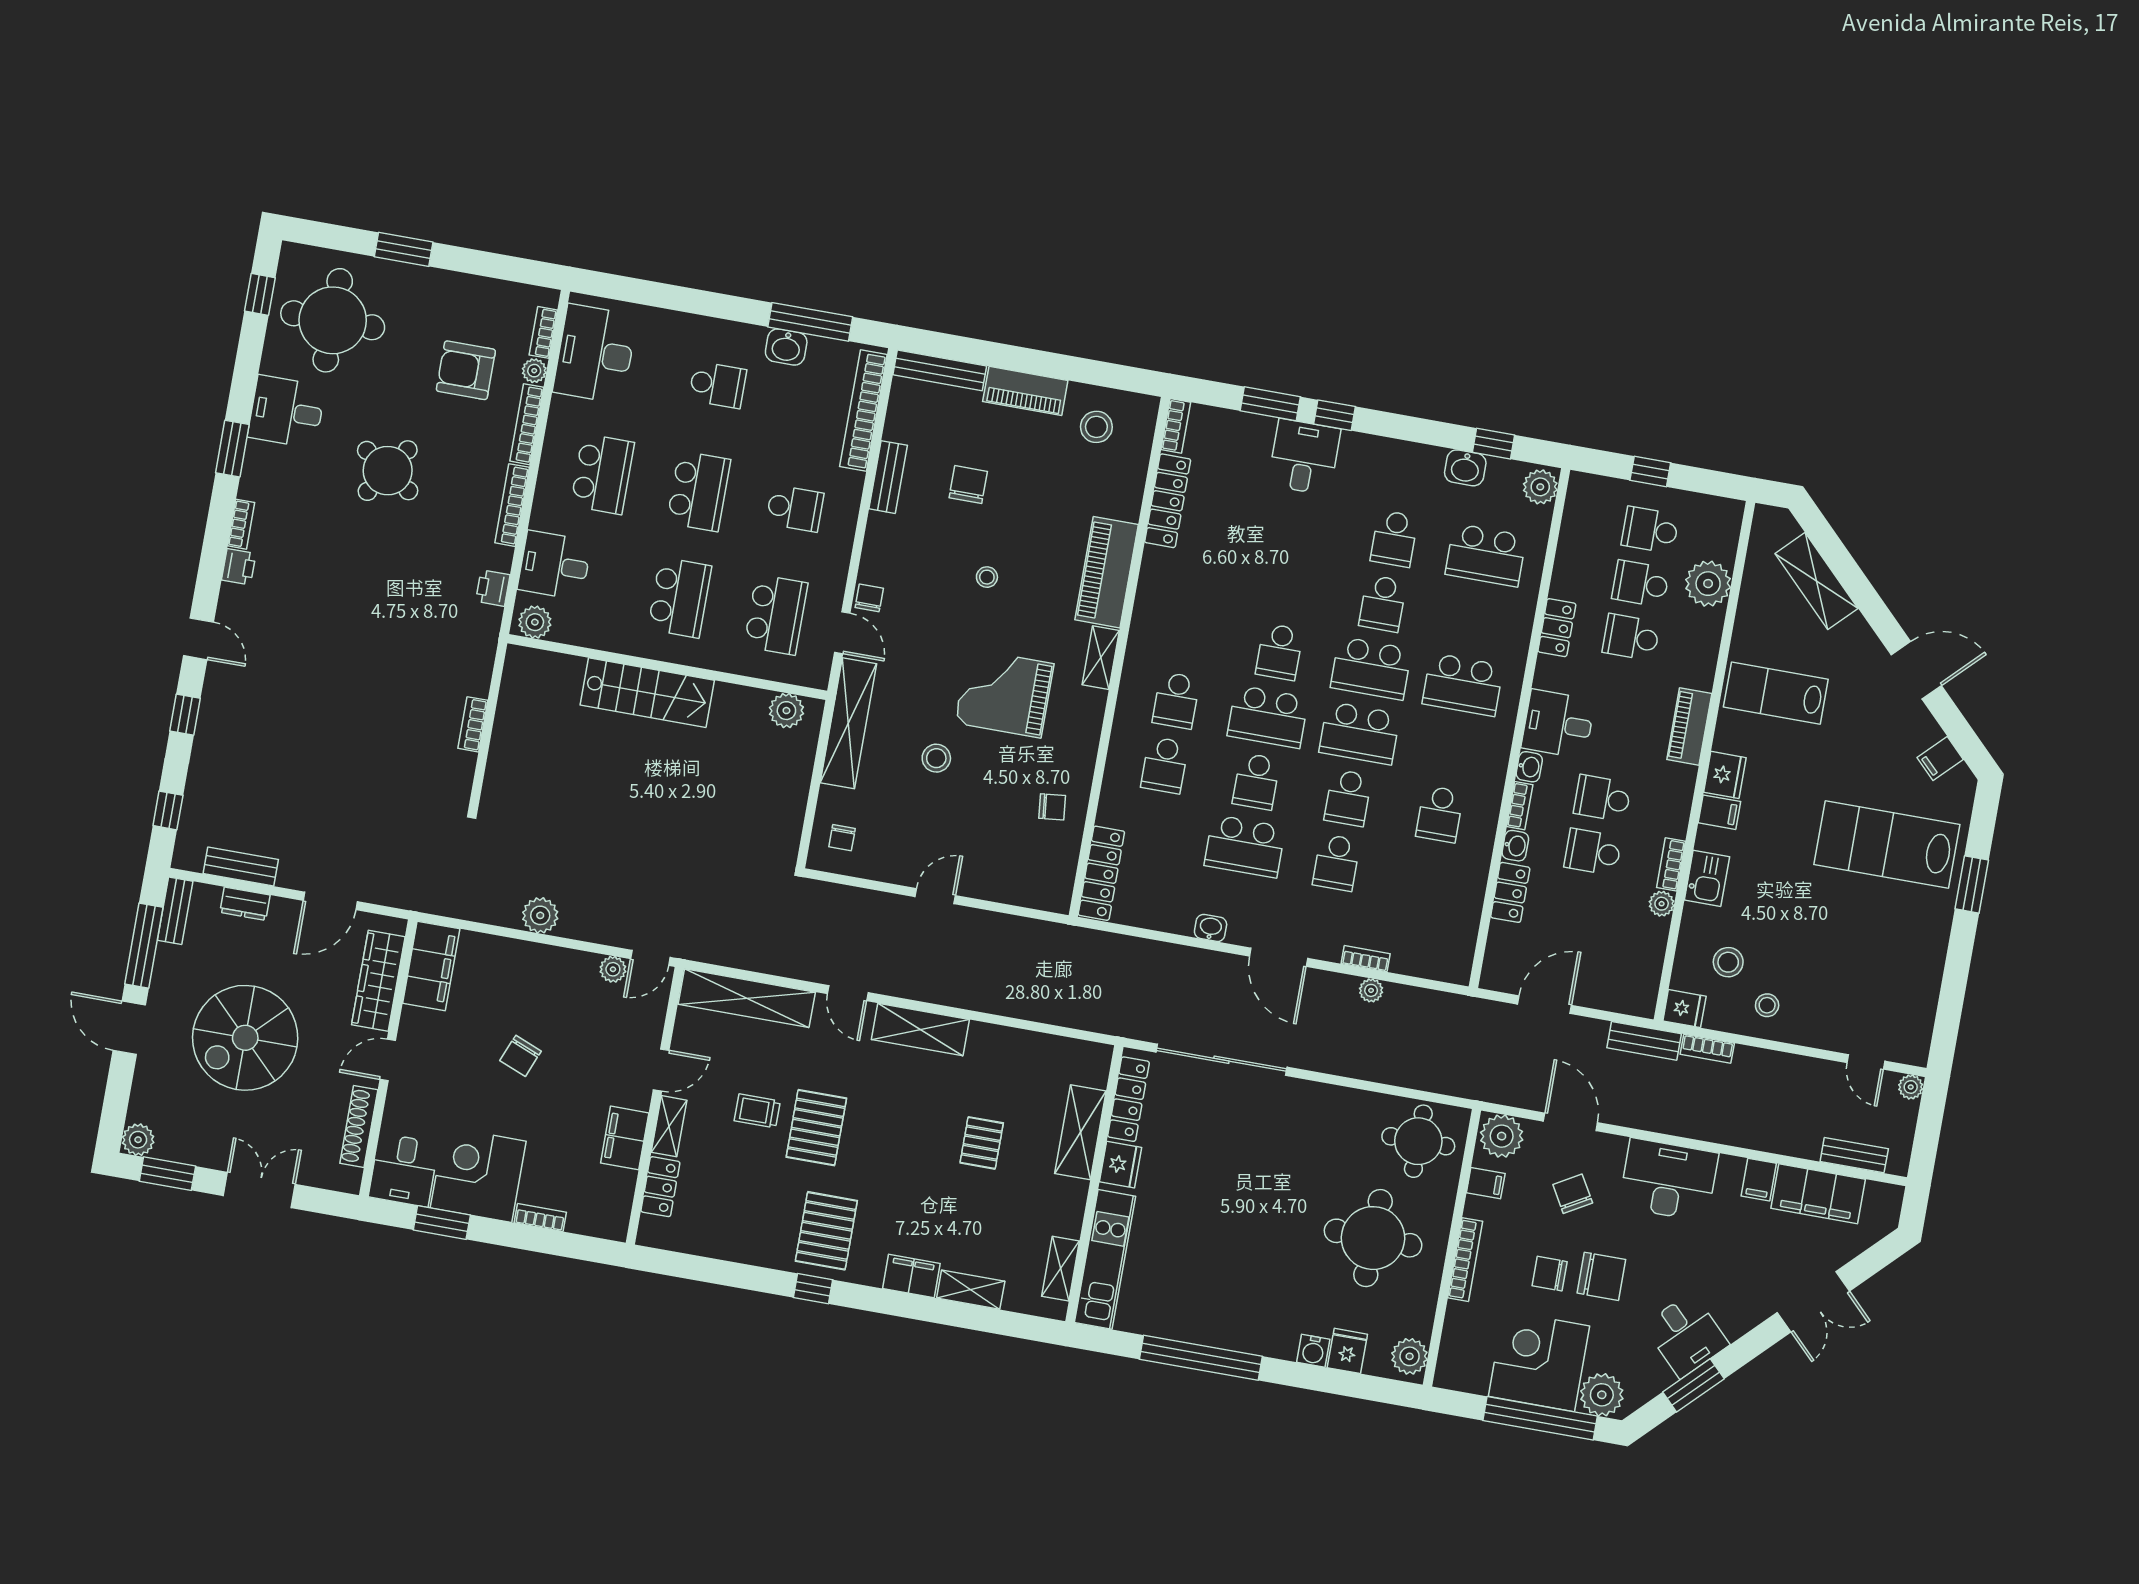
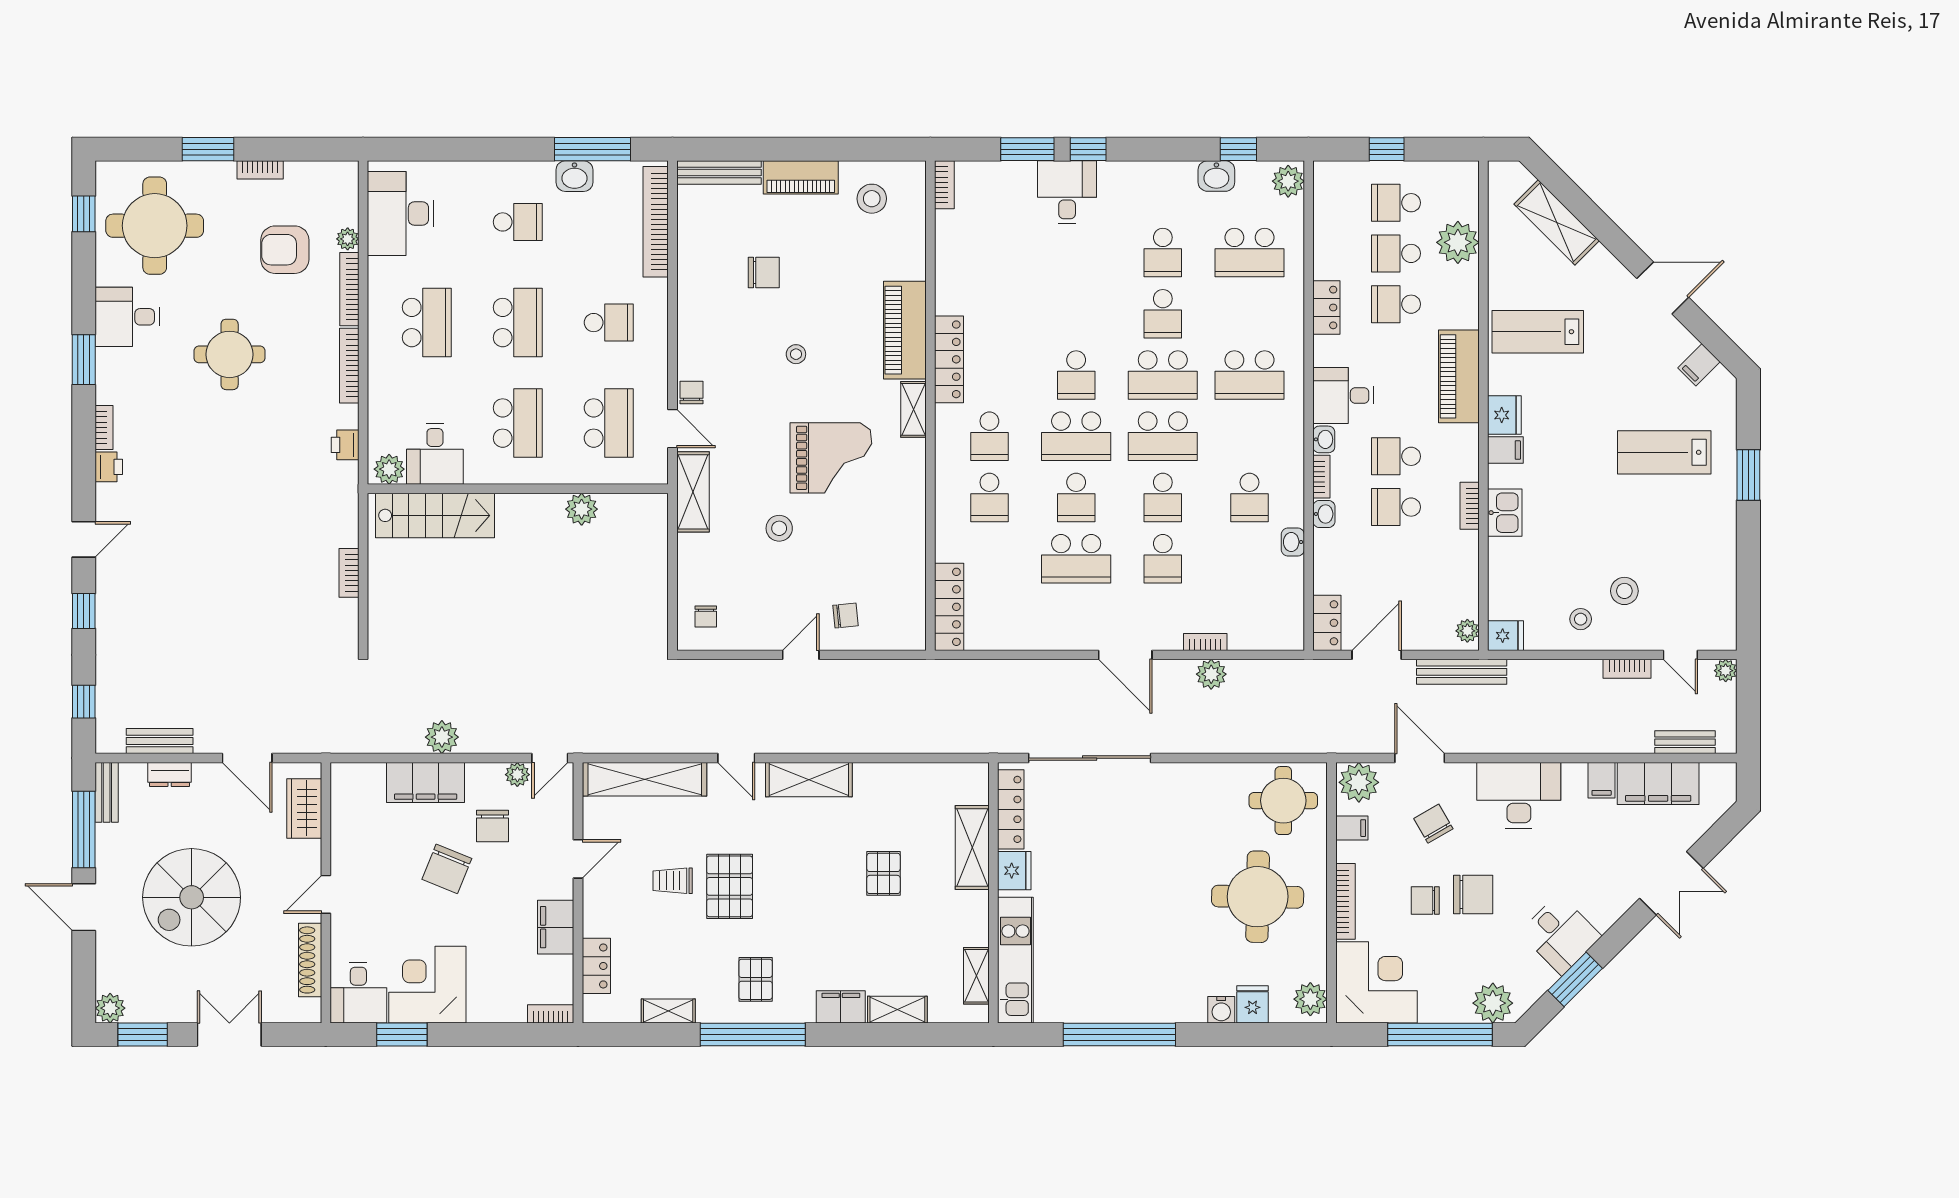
bookcase: (543, 332) -> (260, 170), moved, turned -90
round table: (388, 471) -> (230, 354), turned -34
bench: (888, 477) -> (689, 279), removed
chair: (968, 485) -> (764, 272), turned 90
locker: (1168, 501) -> (949, 359), moved
desk: (554, 565) -> (435, 454), moved, turned -90
door: (198, 639) -> (84, 539), hinge flipped
stairs: (647, 693) -> (435, 515), moved
grand piano: (1004, 693) -> (831, 458), turned 180
plant: (786, 711) -> (582, 509), moved
shelving: (848, 723) -> (693, 492), width x0.68
piano: (1689, 726) -> (1459, 376), width x1.37, depth x1.33
chair: (1052, 807) -> (846, 616), moved
lab bench: (1887, 844) -> (1664, 452), width x0.73, depth x0.72
locker: (1510, 892) -> (1327, 623), moved
door: (330, 901) -> (247, 758), hinge flipped
plant: (1662, 904) -> (1467, 631), moved
washbasin: (1211, 928) -> (1293, 542), moved, turned -90
stool: (1728, 962) -> (1624, 591), moved
filing cabinet: (431, 966) -> (426, 782), moved, turned 90
wardrobe: (378, 981) -> (304, 808), width x0.67
plant: (1371, 990) -> (1211, 674), width x1.38, depth x1.38
chair: (577, 1019) -> (492, 826), added
bench: (1644, 1041) -> (1462, 672), width x1.36
bookcase: (1707, 1049) -> (1627, 669), moved
chair: (521, 1056) -> (447, 869), width x1.37, depth x1.37
shelving: (669, 1126) -> (668, 1011), moved, turned 90
bookcase: (540, 1218) -> (551, 1014), moved
pallet: (826, 1231) -> (756, 979), width x0.67, depth x0.71
window: (813, 1289) -> (753, 1035), width x3.17
corner desk: (1539, 1361) -> (1376, 982), moved, turned 90

